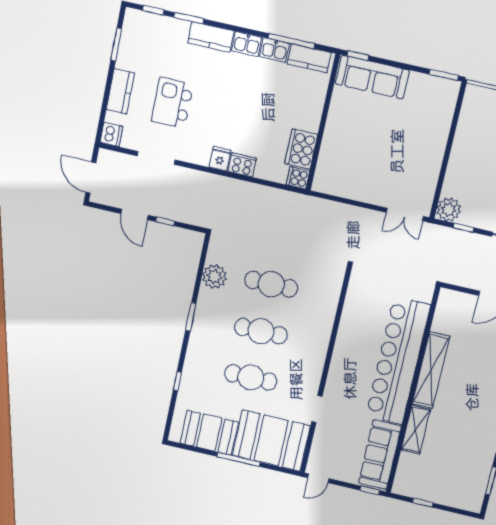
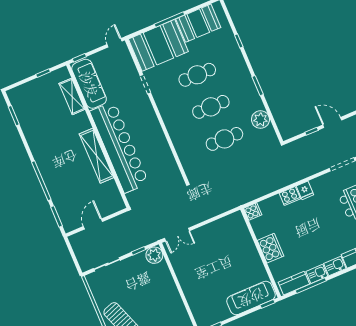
cooker: (301, 149) -> (271, 248), moved
double door: (405, 214) -> (177, 235), swing flipped
shelving: (416, 430) -> (72, 96), moved

